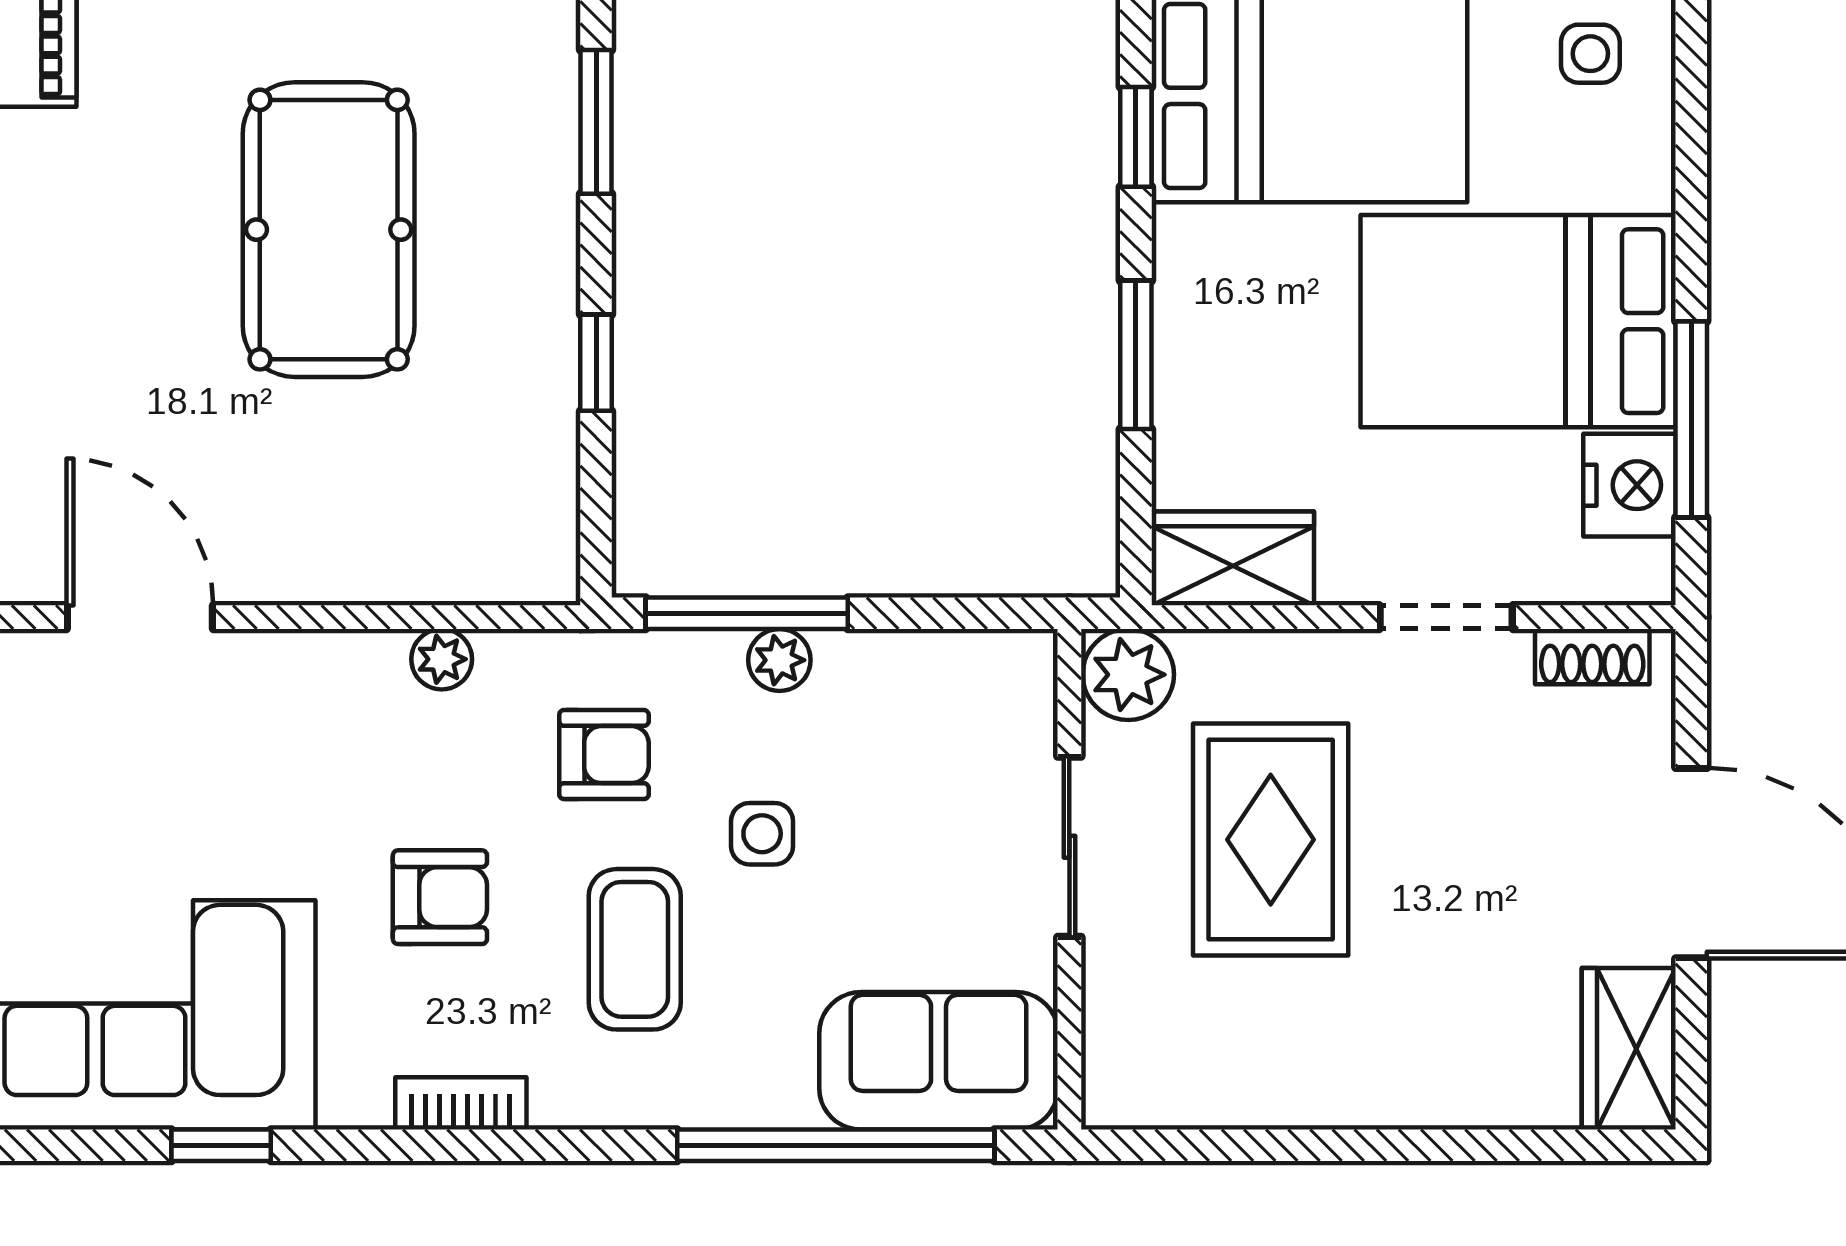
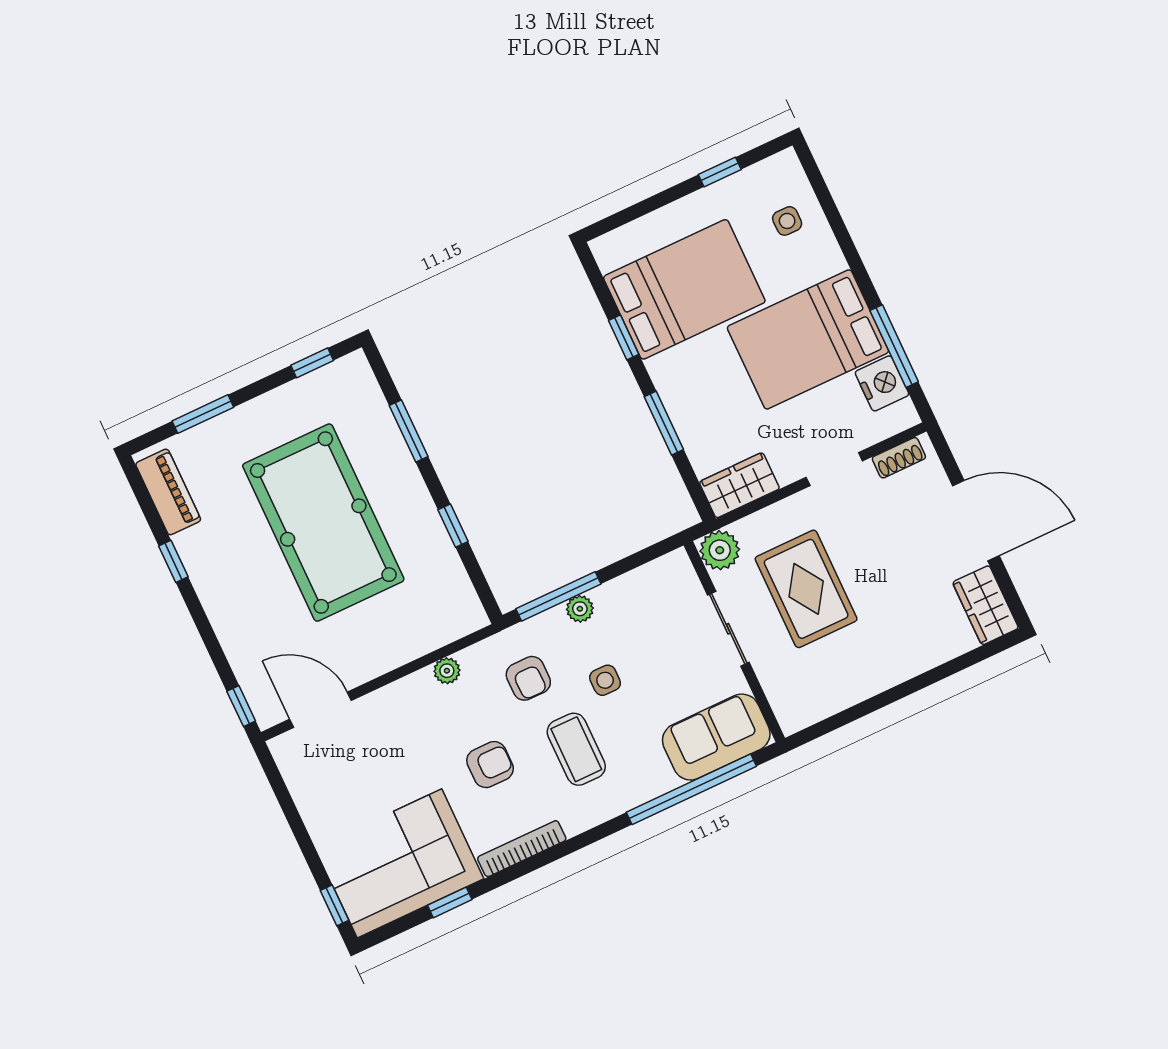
pool table: (329, 230) -> (323, 523), width x1.36, depth x1.32
armchair: (604, 755) -> (528, 678), turned 90
bookcase: (461, 1103) -> (522, 849), width x1.56

